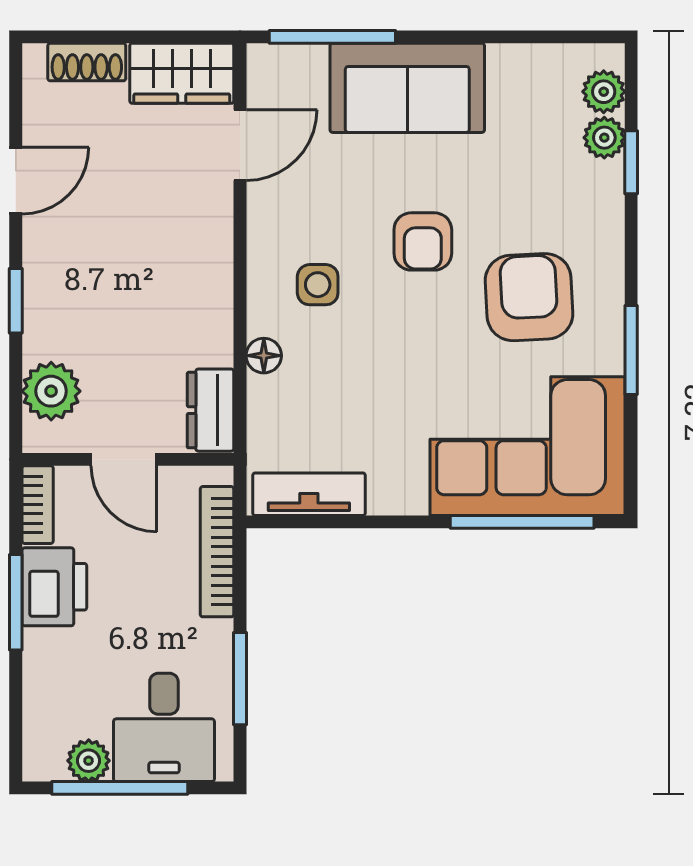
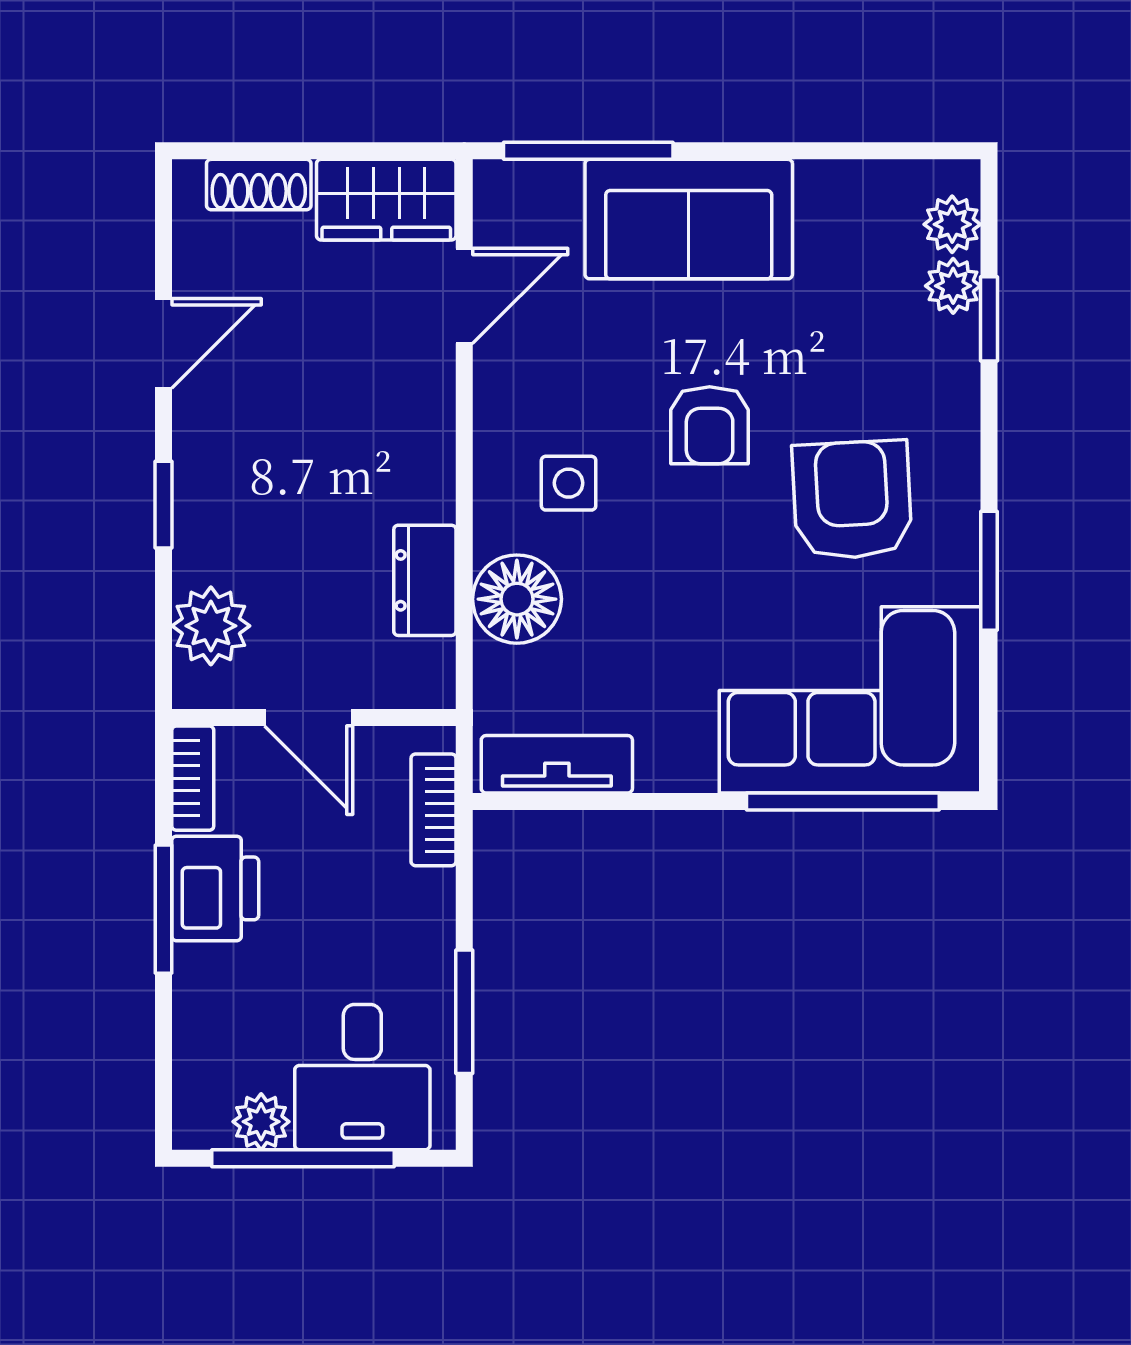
floor lamp: (264, 356) -> (517, 599), width x1.89, depth x1.89
dresser: (211, 410) -> (425, 580), moved
bookcase: (217, 552) -> (434, 810), width x0.64

